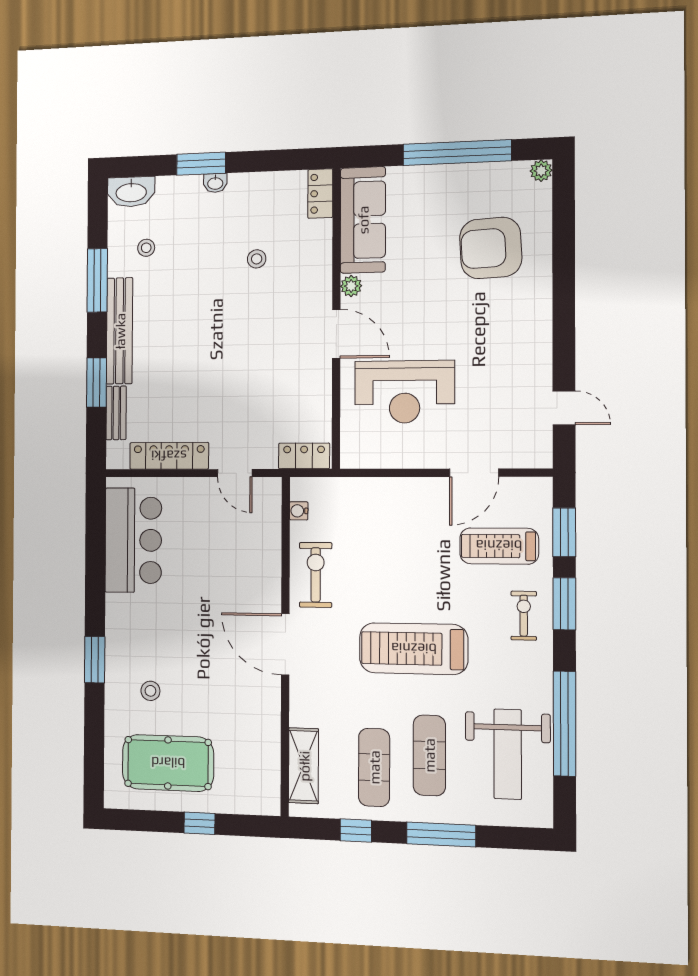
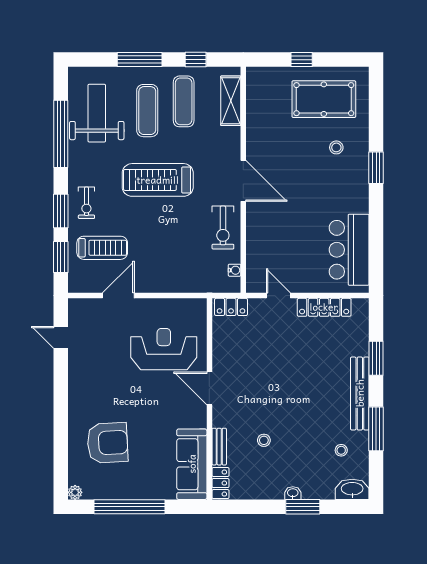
plant: (351, 286) -> (200, 420), removed
bench: (116, 413) -> (219, 447), moved
treadmill: (414, 649) -> (158, 180), turned 180

